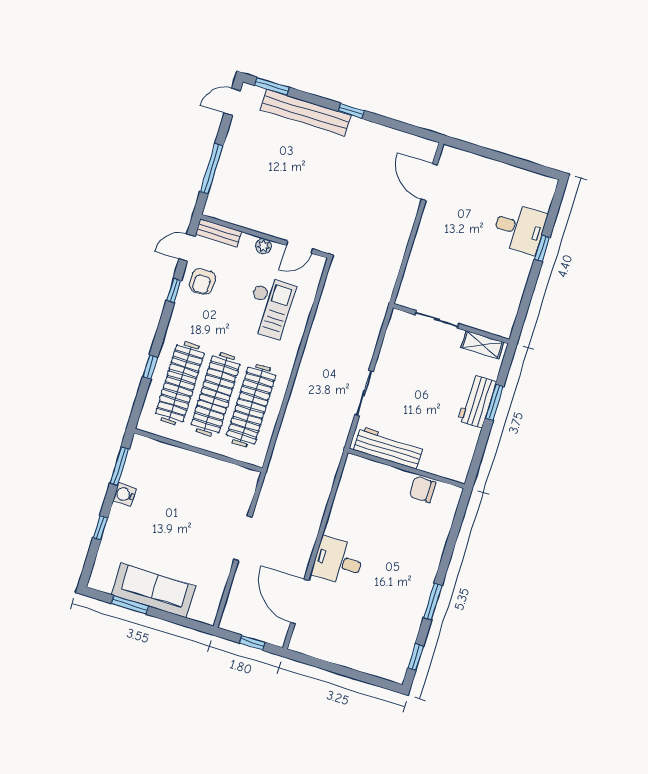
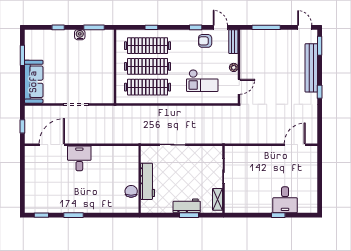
door: (300, 247) -> (239, 87), swing flipped
workbench: (389, 448) -> (148, 181), moved
sofa: (154, 591) -> (34, 82), moved

